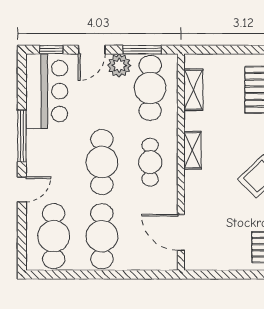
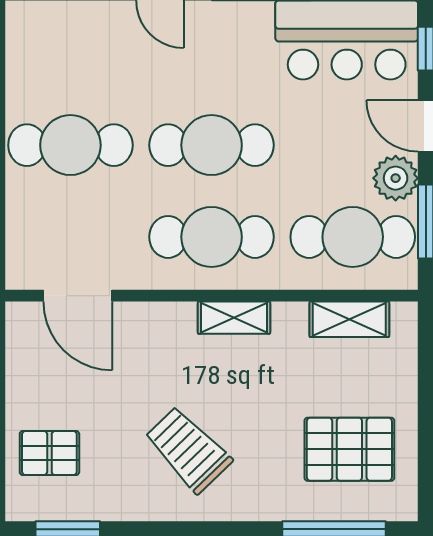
cafe table: (150, 162) -> (212, 237), width x1.37, depth x1.35
door: (181, 232) -> (78, 296), swing flipped
cafe table: (54, 236) -> (70, 53), removed

